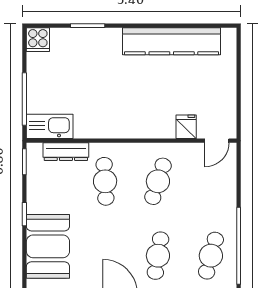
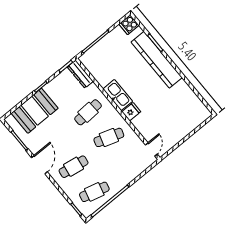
kitchen counter: (172, 41) -> (157, 60), moved
kitchen sink: (50, 126) -> (118, 95), moved
fridge: (186, 127) -> (131, 112), moved
door: (217, 141) -> (151, 150), swing flipped
dresser: (66, 152) -> (80, 74), moved

